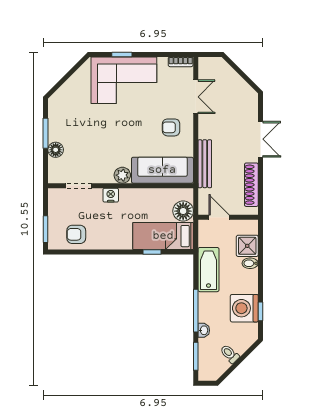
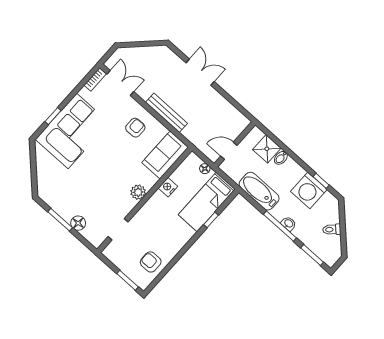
double door: (196, 97) -> (120, 83), moved
armchair: (171, 127) -> (135, 128), turned 180
bench: (205, 164) -> (166, 113), moved
sofa: (162, 170) -> (165, 155), width x0.73
shoe rack: (251, 185) -> (226, 107), removed
nightstand: (111, 195) -> (168, 187), moved
floor lamp: (183, 211) -> (205, 169), width x0.53, depth x0.53
armchair: (76, 234) -> (151, 262), turned 90
washbasin: (204, 330) -> (289, 224), moved

